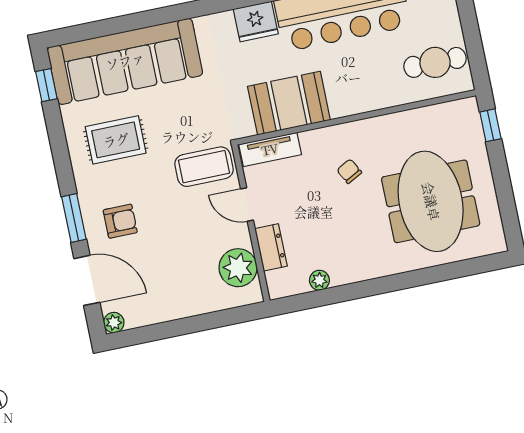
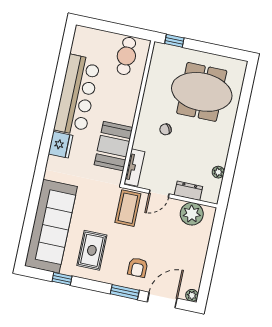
window: (46, 85) -> (62, 279), moved
armchair: (120, 221) -> (138, 267), turned 180

